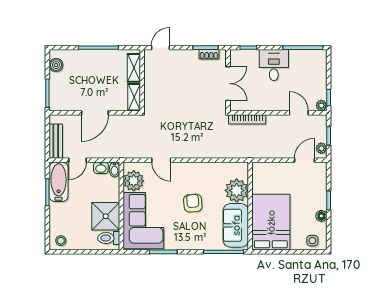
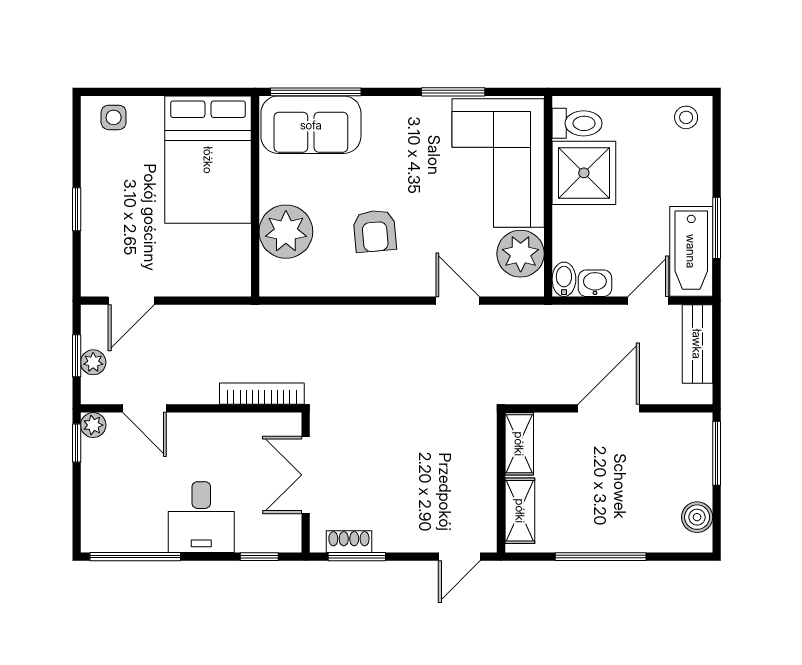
plant: (321, 148) -> (93, 362), moved
armchair: (193, 203) -> (375, 231), moved
floor lamp: (321, 216) -> (93, 174), removed
sofa: (236, 225) -> (311, 125), moved, turned 90

